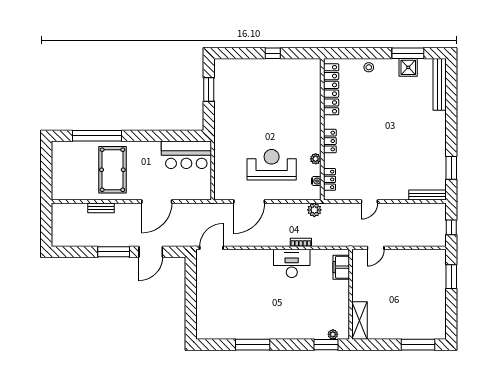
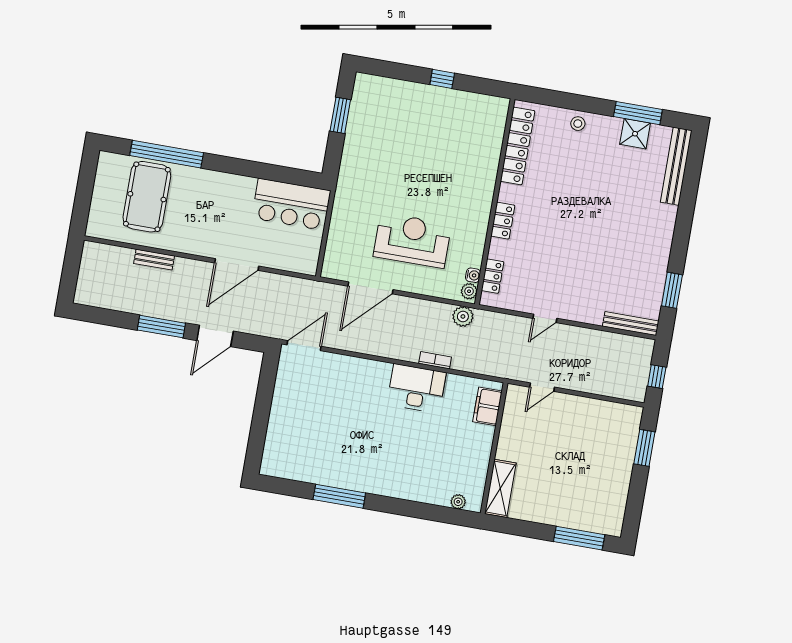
plant: (316, 159) -> (469, 291), moved
pool table: (112, 170) -> (147, 197), moved
window: (326, 345) -> (446, 515), removed

